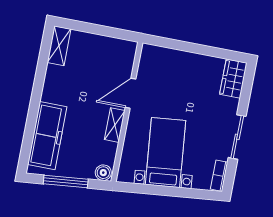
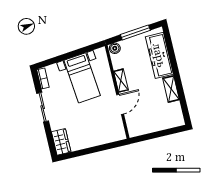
shelving: (59, 46) -> (171, 89), moved

